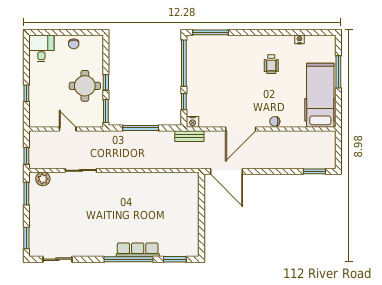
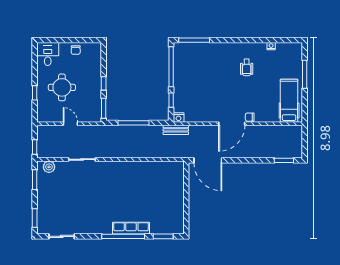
round table: (85, 86) -> (62, 87), moved
hospital bed: (320, 95) -> (289, 101), width x0.73, depth x0.78
door: (241, 129) -> (232, 124), moved

